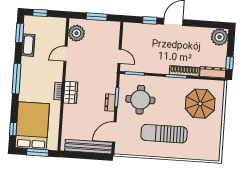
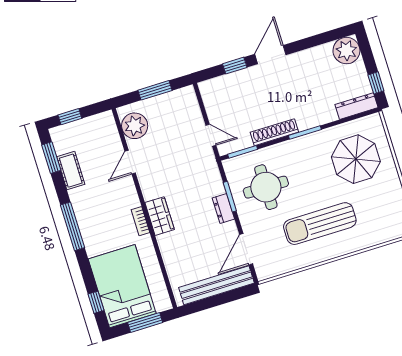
shoe rack: (184, 71) -> (274, 132), moved

